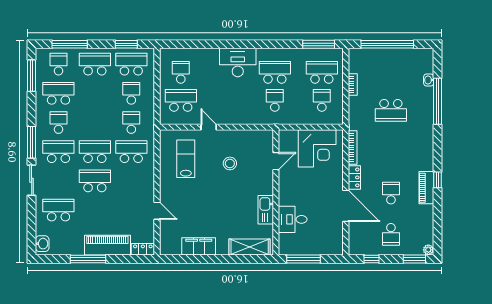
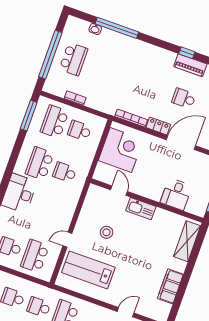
school desk: (391, 110) -> (73, 59), moved
lab bench: (186, 159) -> (88, 270), width x1.36, depth x1.39
kitchen sink: (266, 210) -> (141, 209), moved

